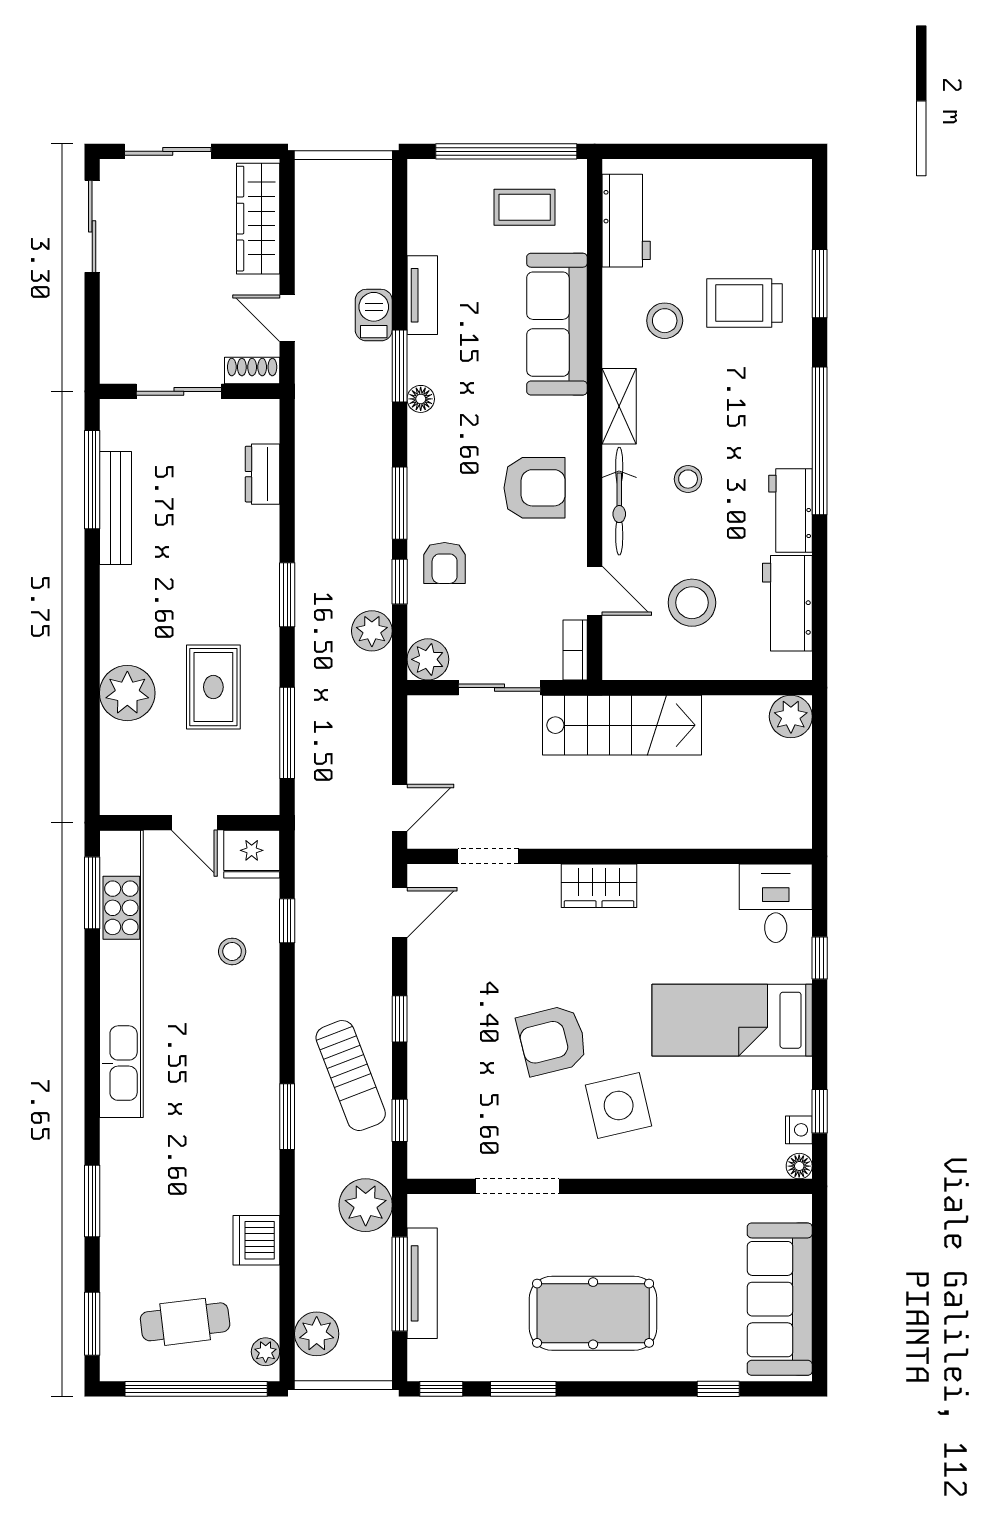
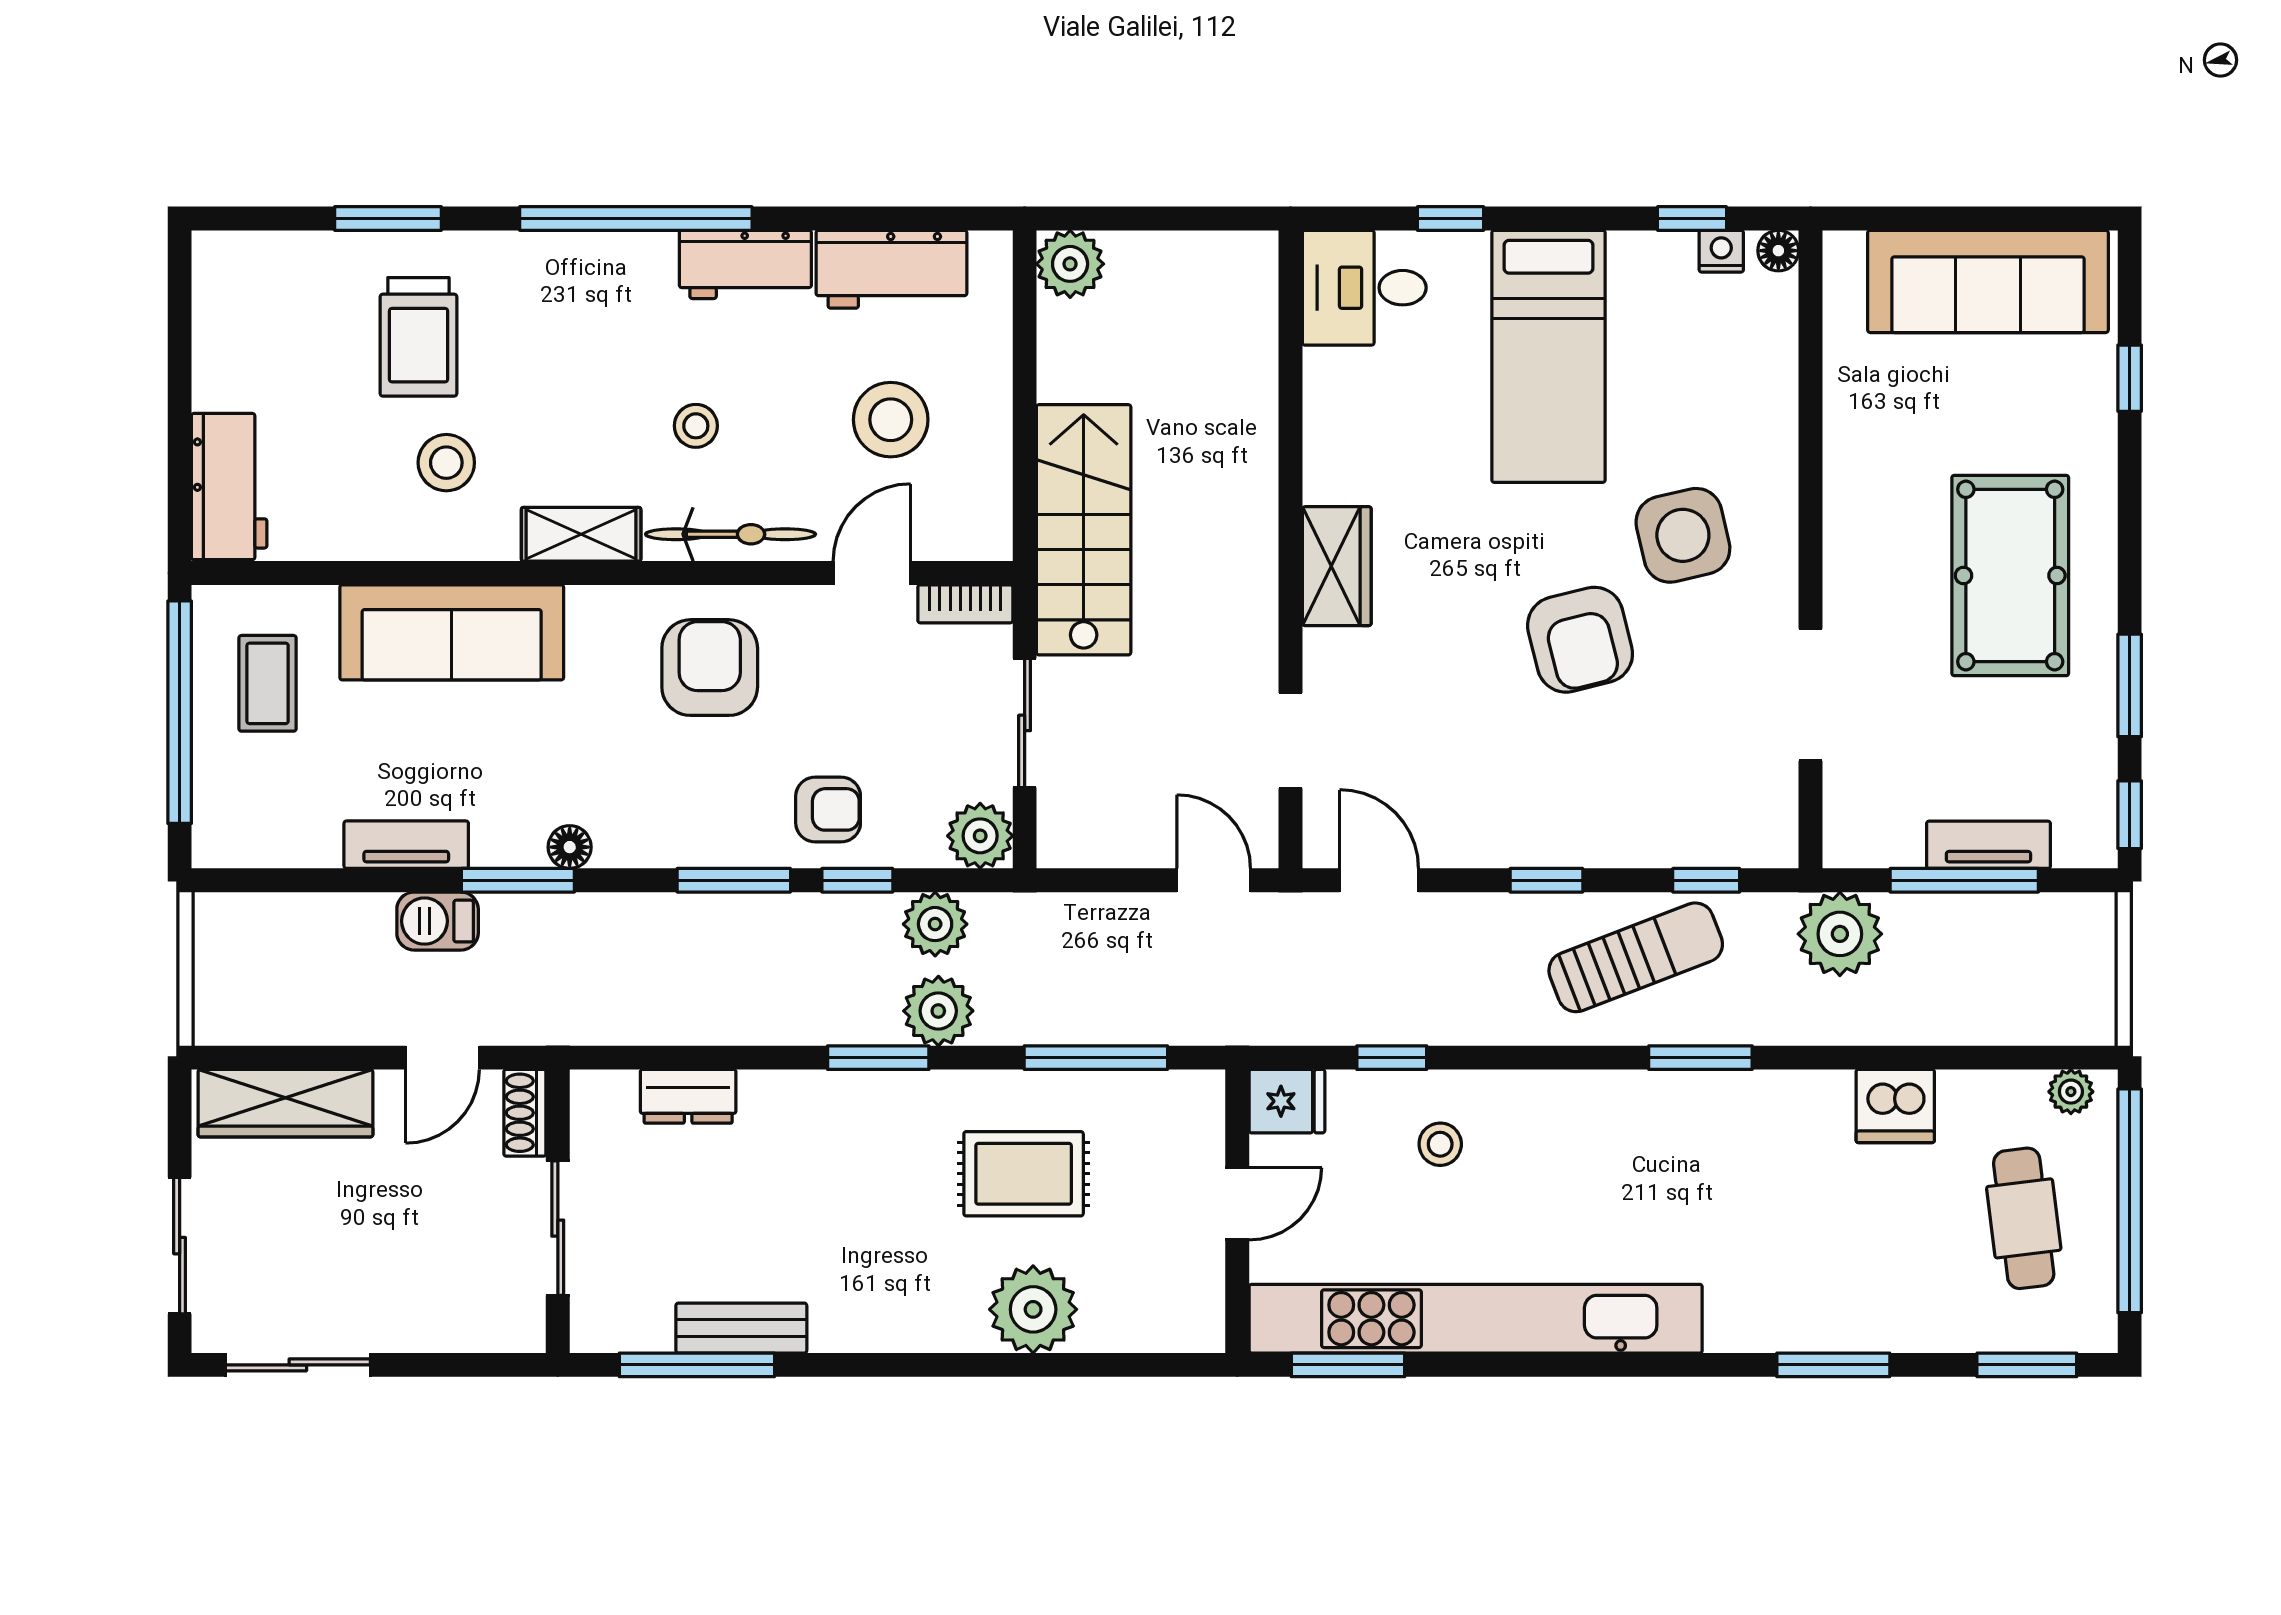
workbench: (626, 221) -> (229, 487), moved, turned 90
bench: (115, 508) -> (741, 1328), width x0.73
fridge: (252, 854) -> (1287, 1101), width x0.72
tv unit: (422, 1283) -> (1988, 845), width x0.71
plant: (317, 1334) -> (938, 1011), moved

